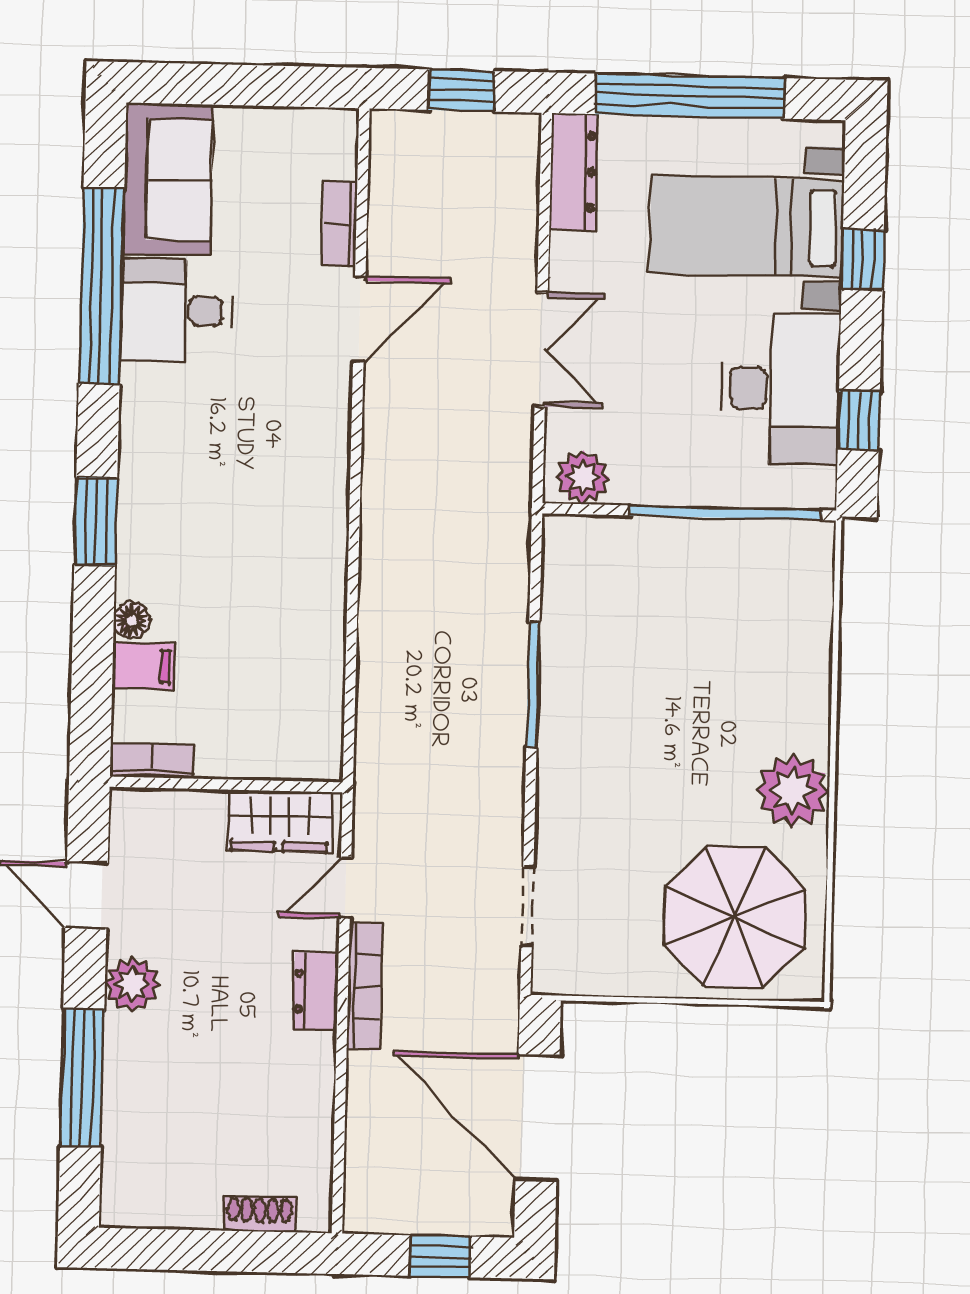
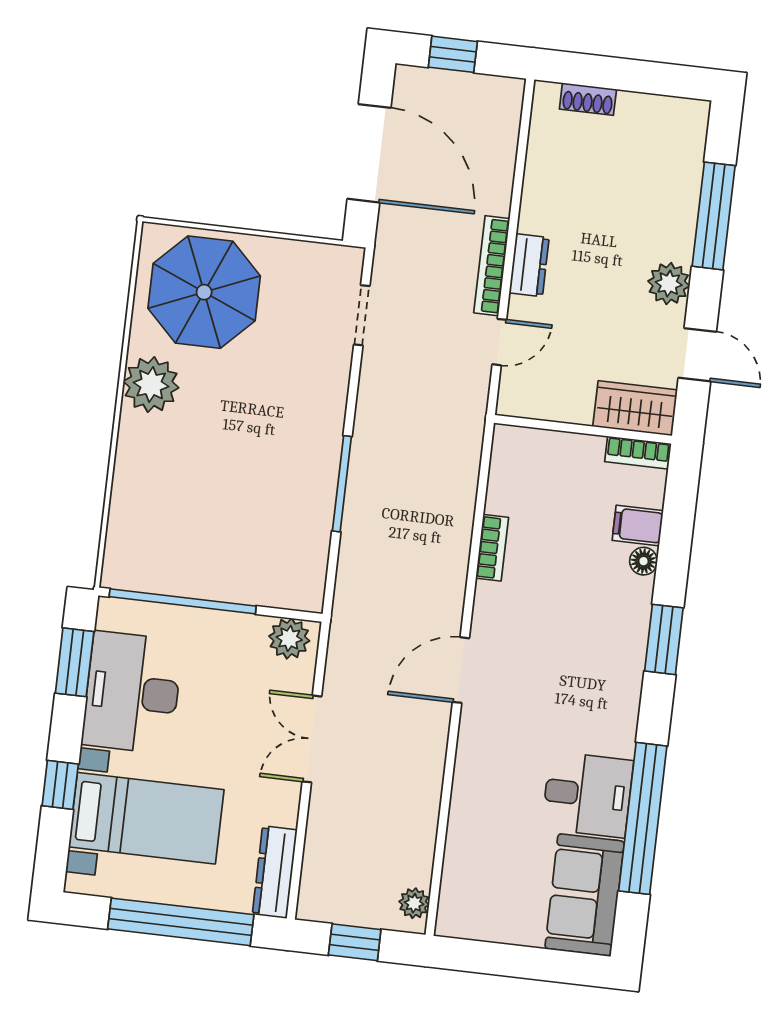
plant: (388, 148) -> (414, 903), added
bookcase: (340, 223) -> (492, 548), moved
door: (359, 319) -> (461, 670), moved
window: (859, 420) -> (75, 662), width x1.50
wardrobe: (280, 821) -> (635, 408), moved

